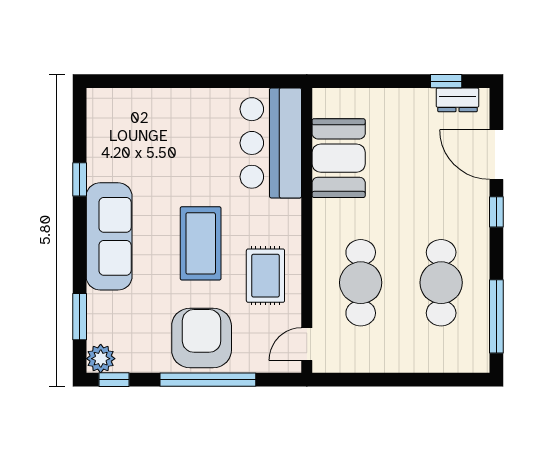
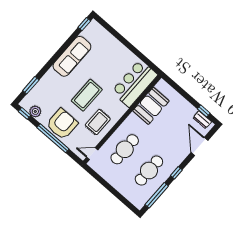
window: (80, 179) -> (84, 24), moved
window: (496, 212) -> (176, 173), moved
sofa: (109, 236) -> (72, 56), moved
plant: (101, 359) -> (35, 111), moved

